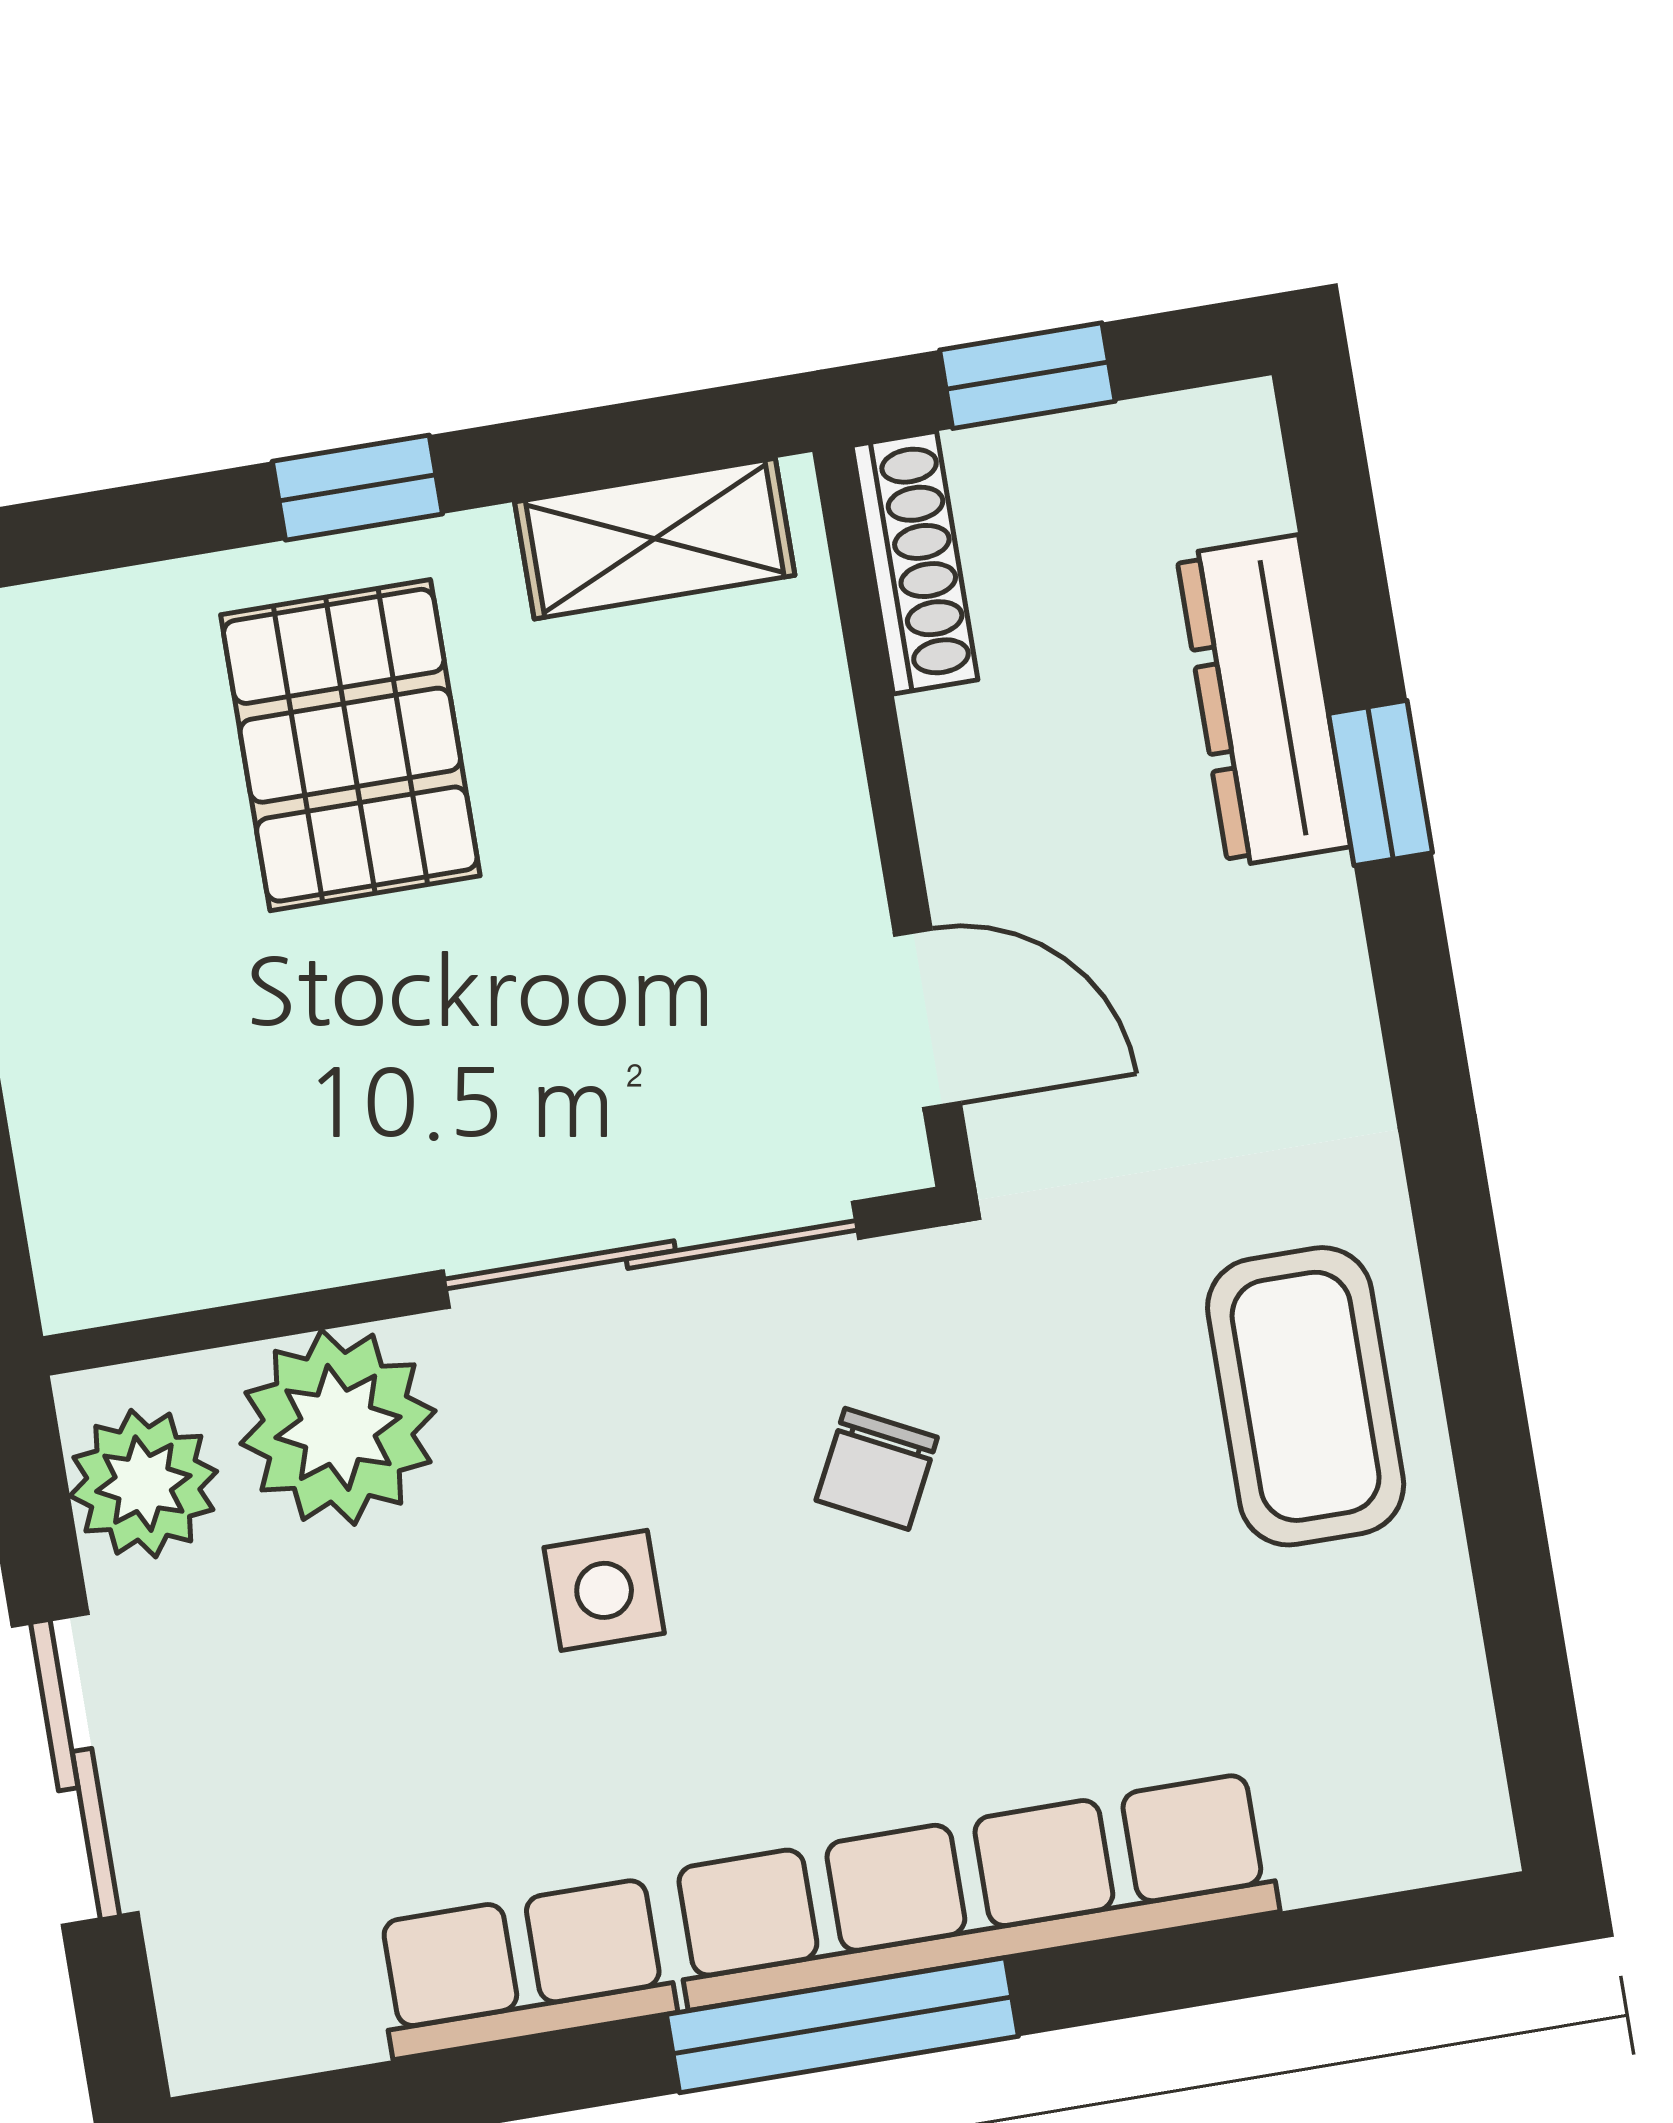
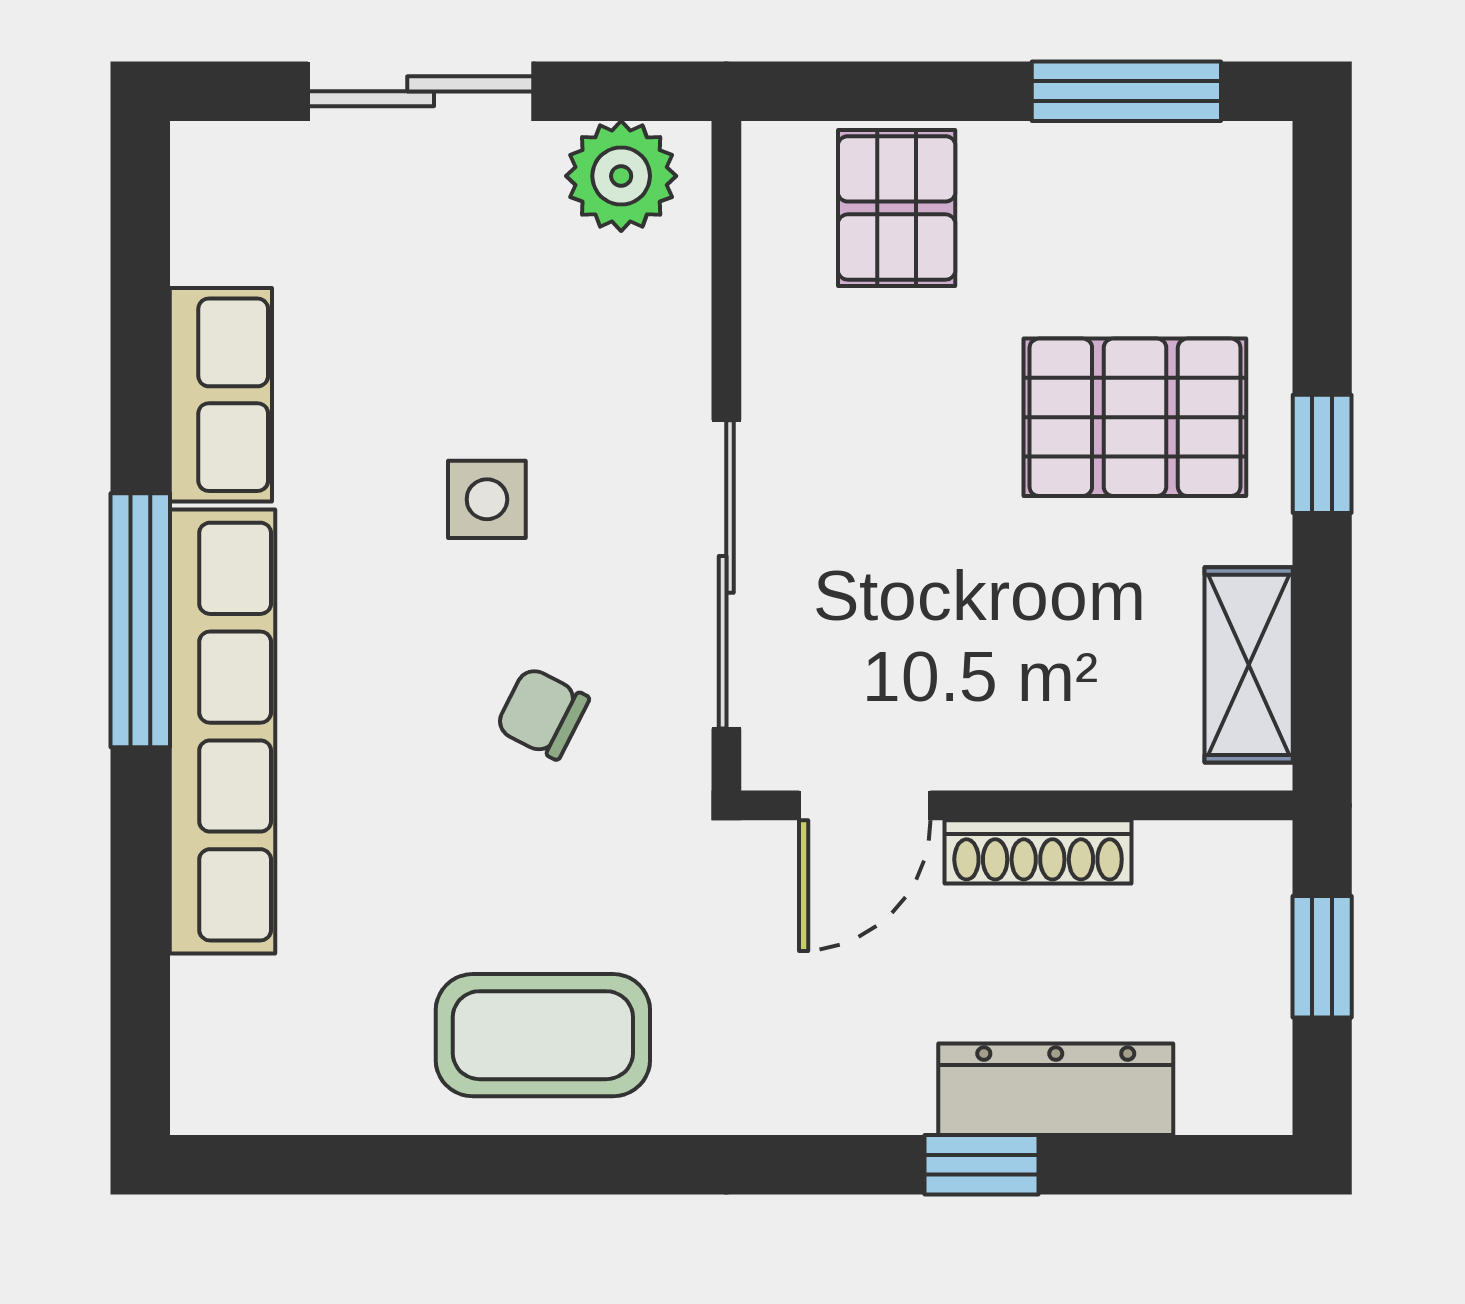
shoe rack: (915, 563) -> (1038, 852), moved
pallet: (125, 1109) -> (897, 208), added
plant: (338, 1427) -> (639, 325), removed

